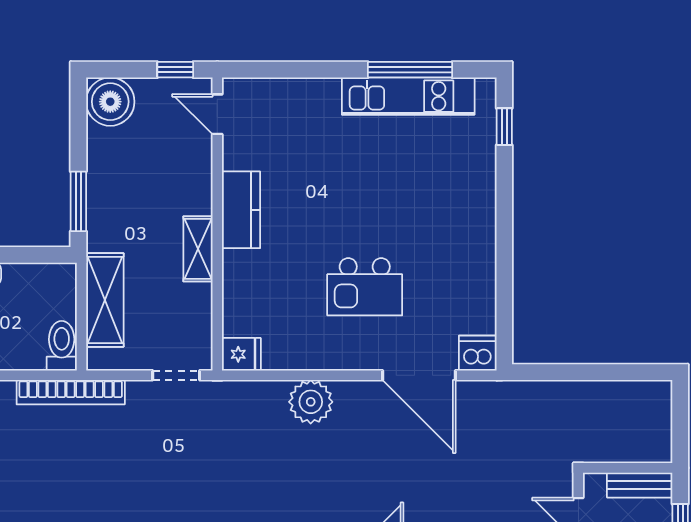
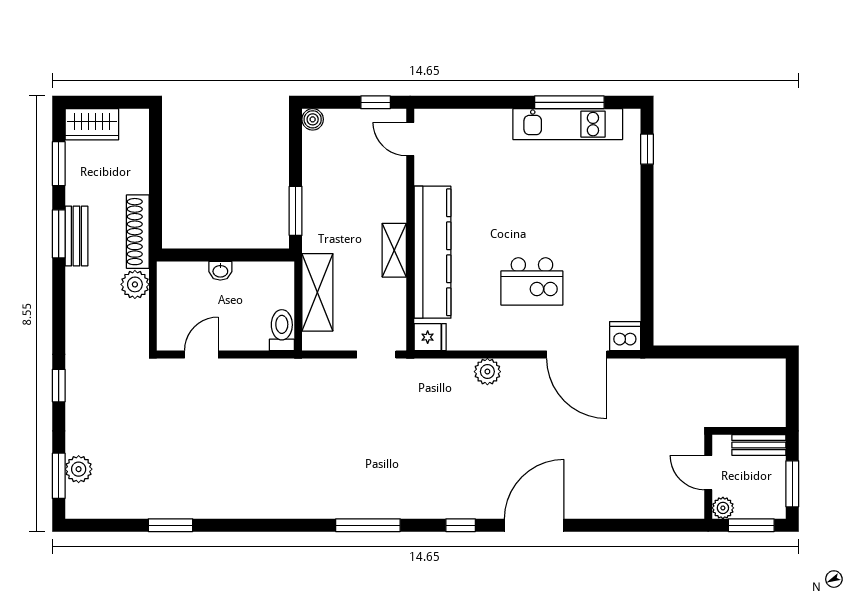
boiler: (110, 102) -> (313, 119), width x0.54, depth x0.54
kitchen counter: (241, 210) -> (432, 252), width x2.08, depth x1.17
bookcase: (71, 392) -> (289, 368), removed
plant: (311, 402) -> (487, 372), width x0.73, depth x0.73

